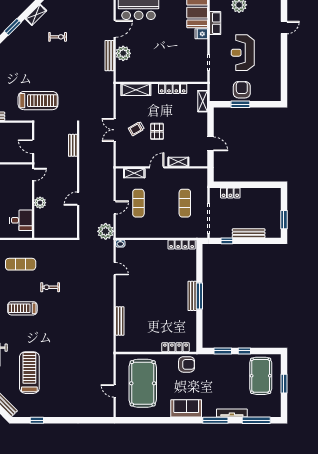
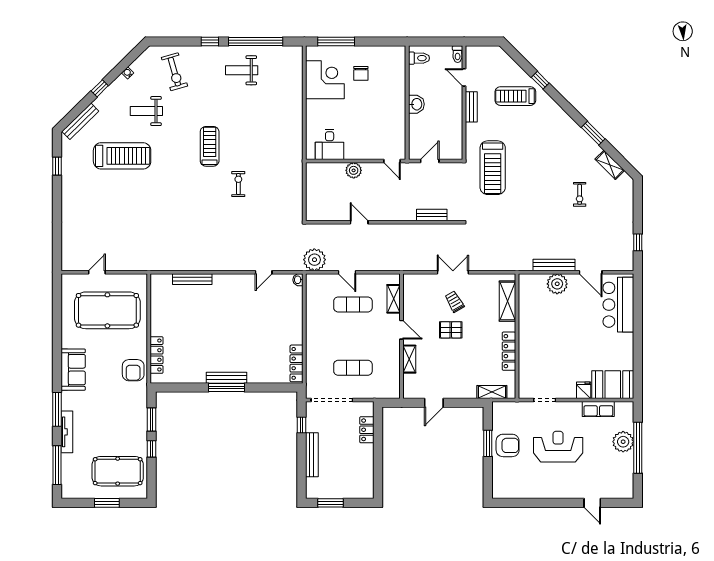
exercise mat: (21, 264) -> (270, 144), removed

